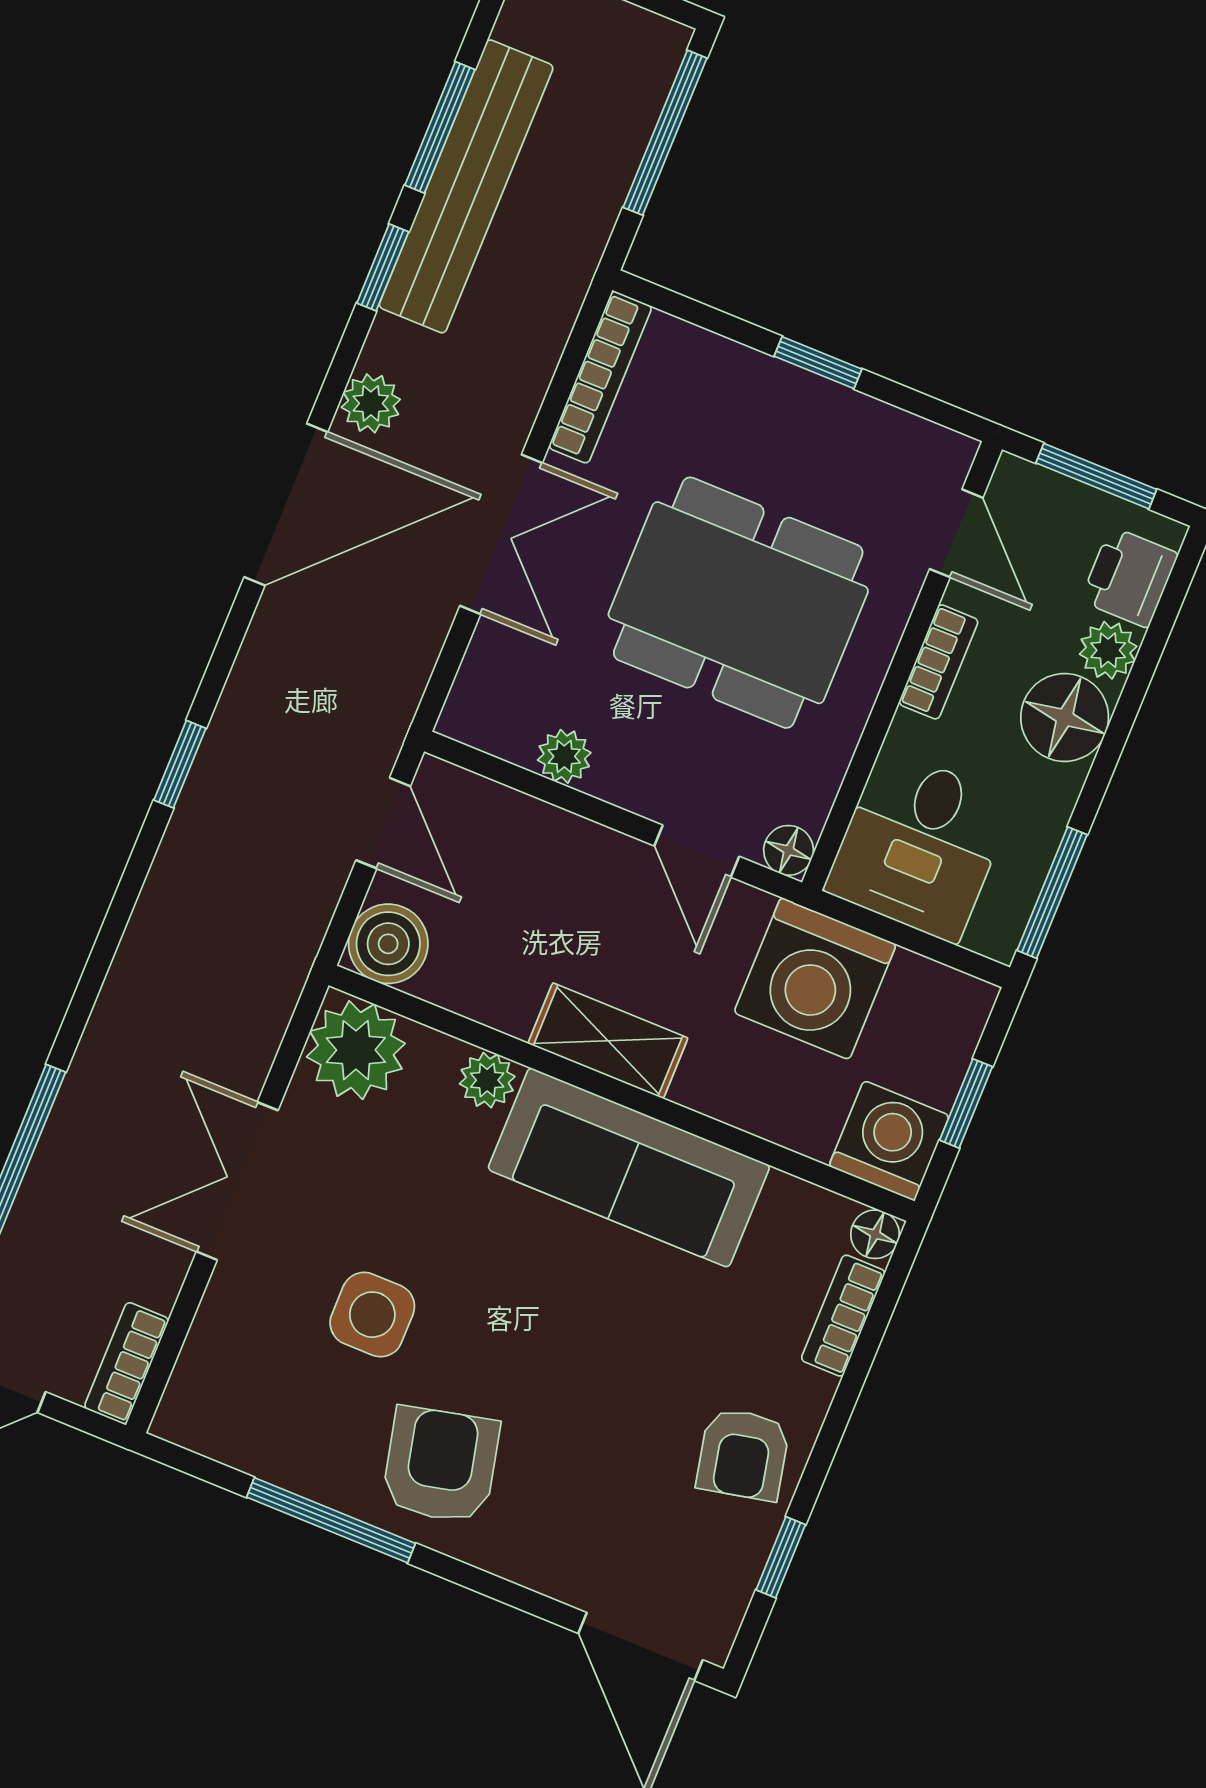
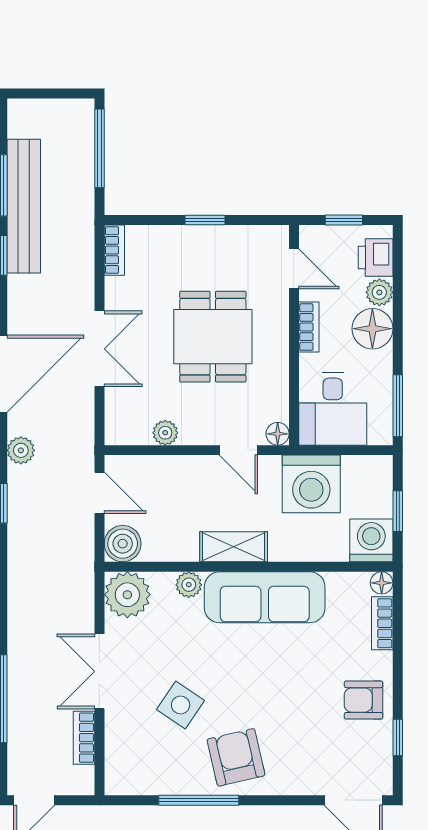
bookcase: (600, 377) -> (114, 250), width x0.64
plant: (371, 403) -> (21, 450), moved
window: (1096, 476) -> (344, 220), width x0.67
dining table: (738, 603) -> (213, 337), width x0.73
side table: (372, 1315) -> (181, 705), turned 34
bookcase: (127, 1363) -> (84, 738), moved
armchair: (743, 1454) -> (364, 700), turned 102

